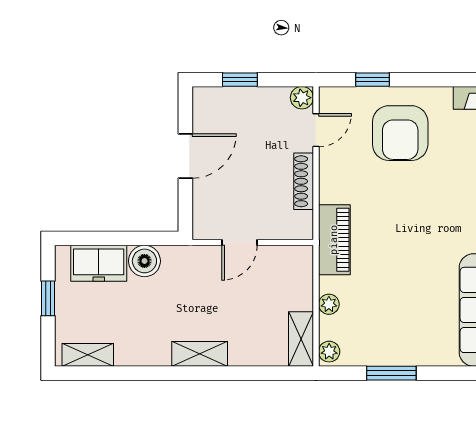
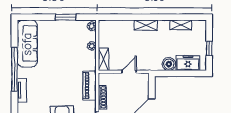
piano: (334, 240) -> (89, 86), moved
shelving: (301, 339) -> (103, 59), moved
shelving: (88, 355) -> (181, 25), moved

